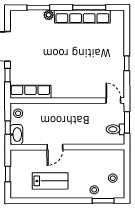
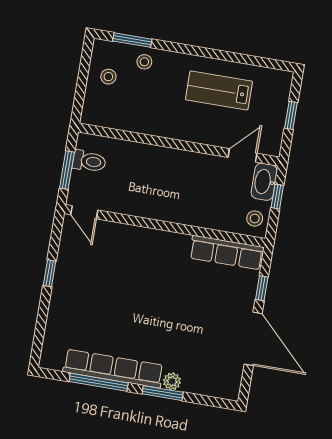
window: (38, 8) -> (163, 393), moved
door: (55, 147) -> (243, 155), moved

